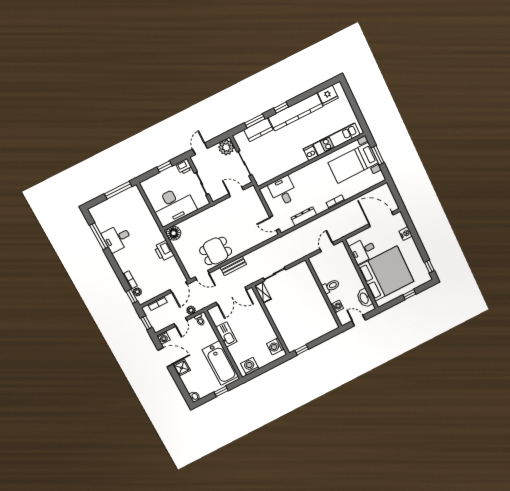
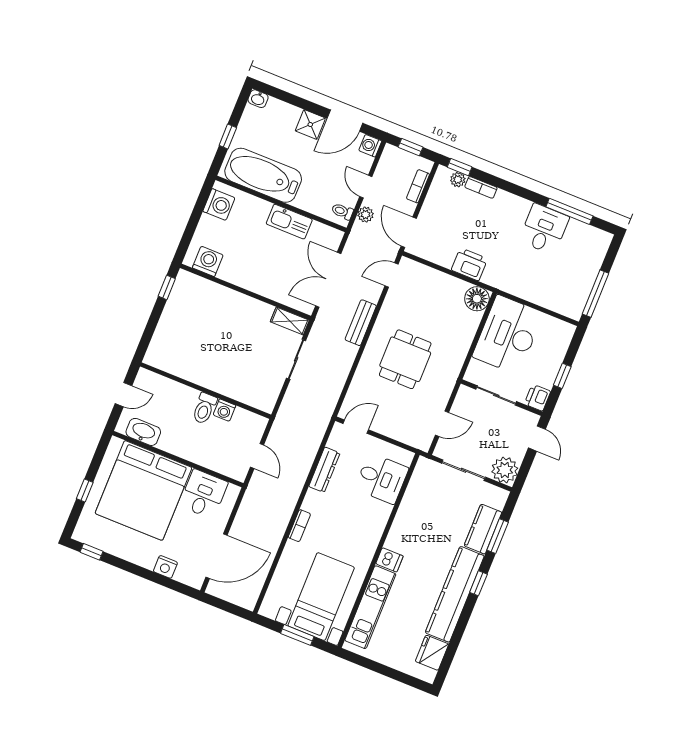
dining table: (216, 251) -> (405, 359), moved
washing machine: (337, 306) -> (224, 410), moved

